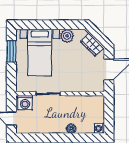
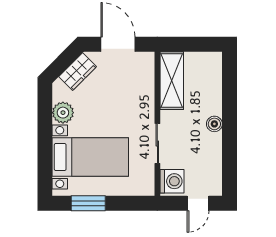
shelving: (87, 102) -> (172, 81), added
washing machine: (99, 128) -> (214, 60), removed
boiler: (71, 129) -> (214, 124), moved

